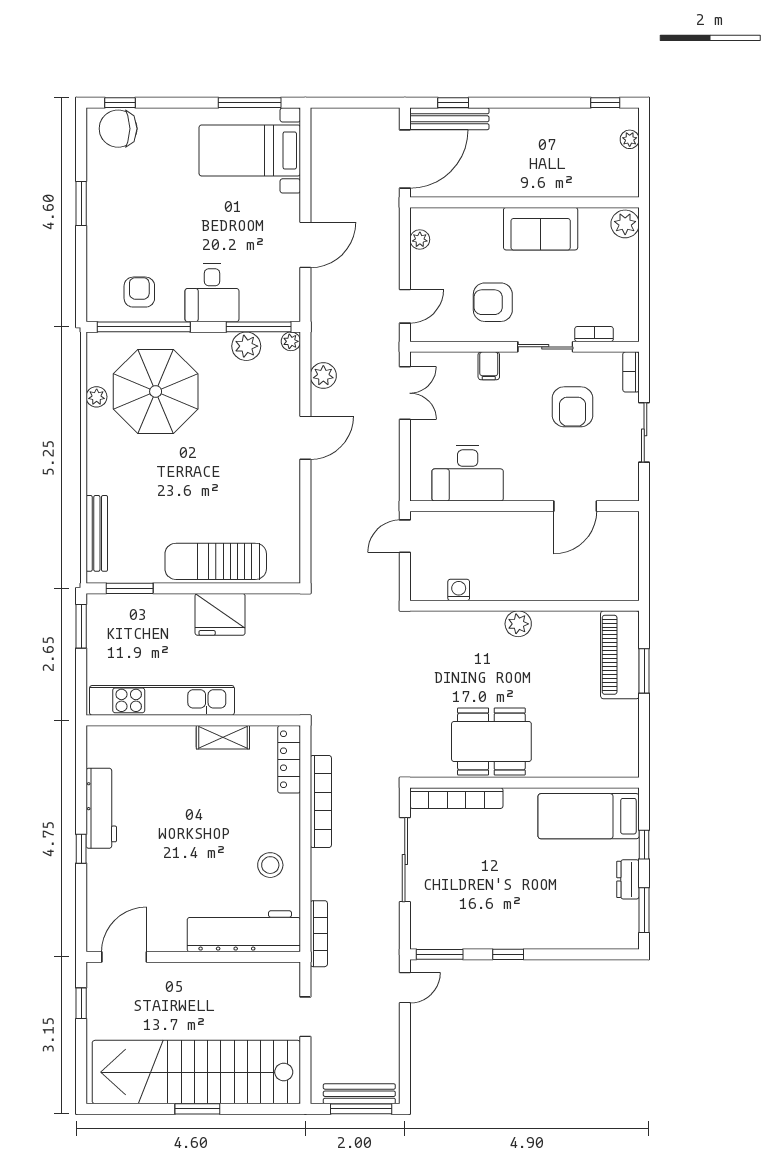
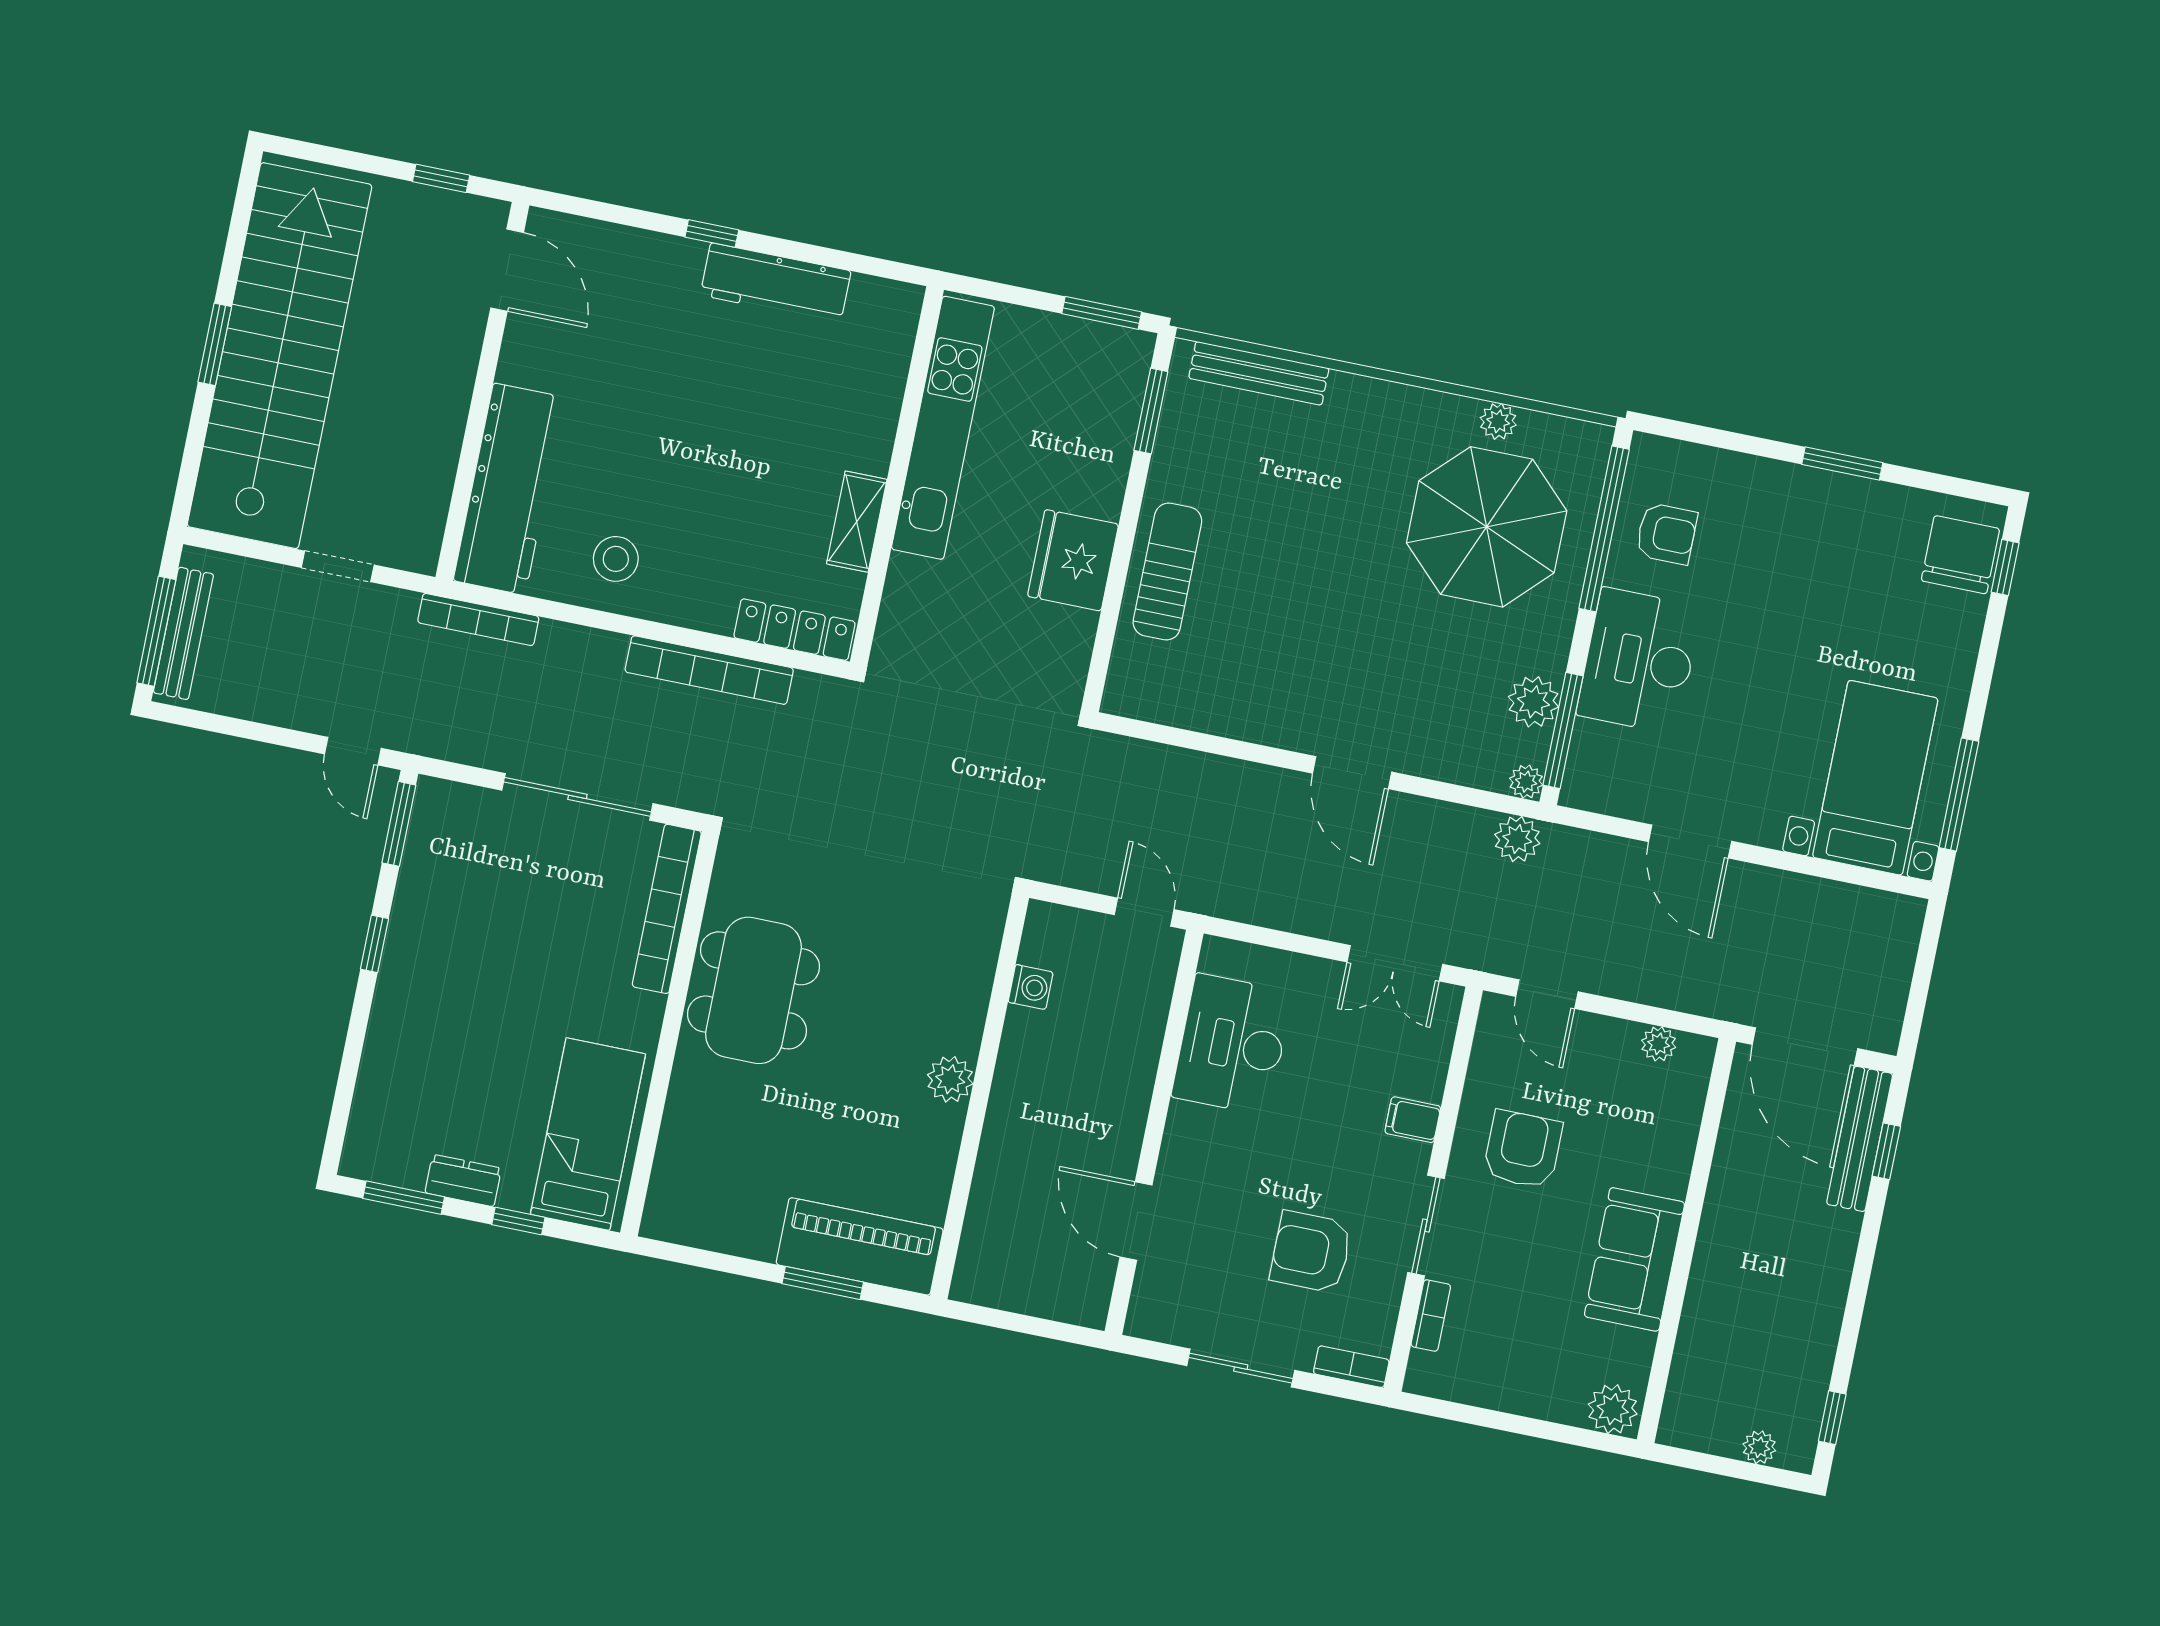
desk: (212, 293) -> (1639, 661), width x1.37
plant: (323, 376) -> (1517, 839), moved
sun lounger: (216, 561) -> (1167, 572), width x0.73, depth x0.75

